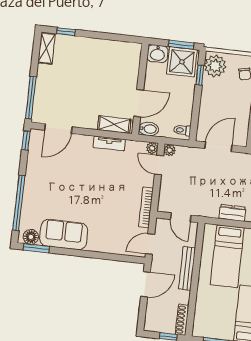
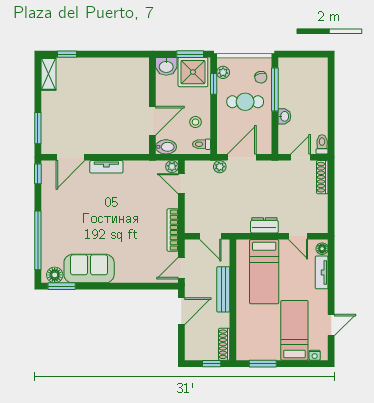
plant: (215, 66) -> (223, 72), width x0.53, depth x0.53
cafe table: (227, 95) -> (245, 102), added
window: (31, 98) -> (38, 128), width x0.69
stool: (179, 109) -> (195, 122), added
shelving: (114, 125) -> (129, 146), removed
tv unit: (109, 143) -> (106, 167), moved
plant: (170, 150) -> (220, 167), moved

